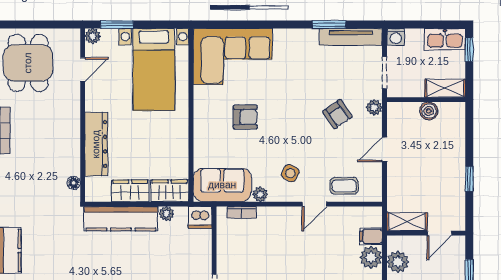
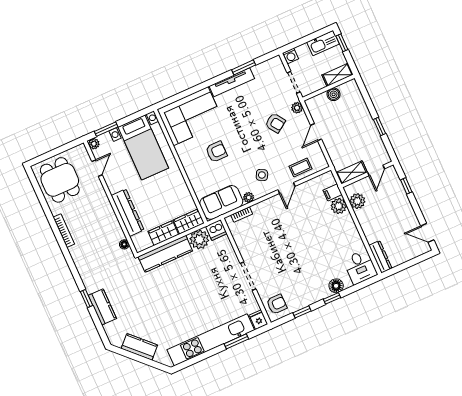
tv unit: (351, 37) -> (232, 82), moved
plant: (166, 214) -> (199, 240), width x1.88, depth x1.88

